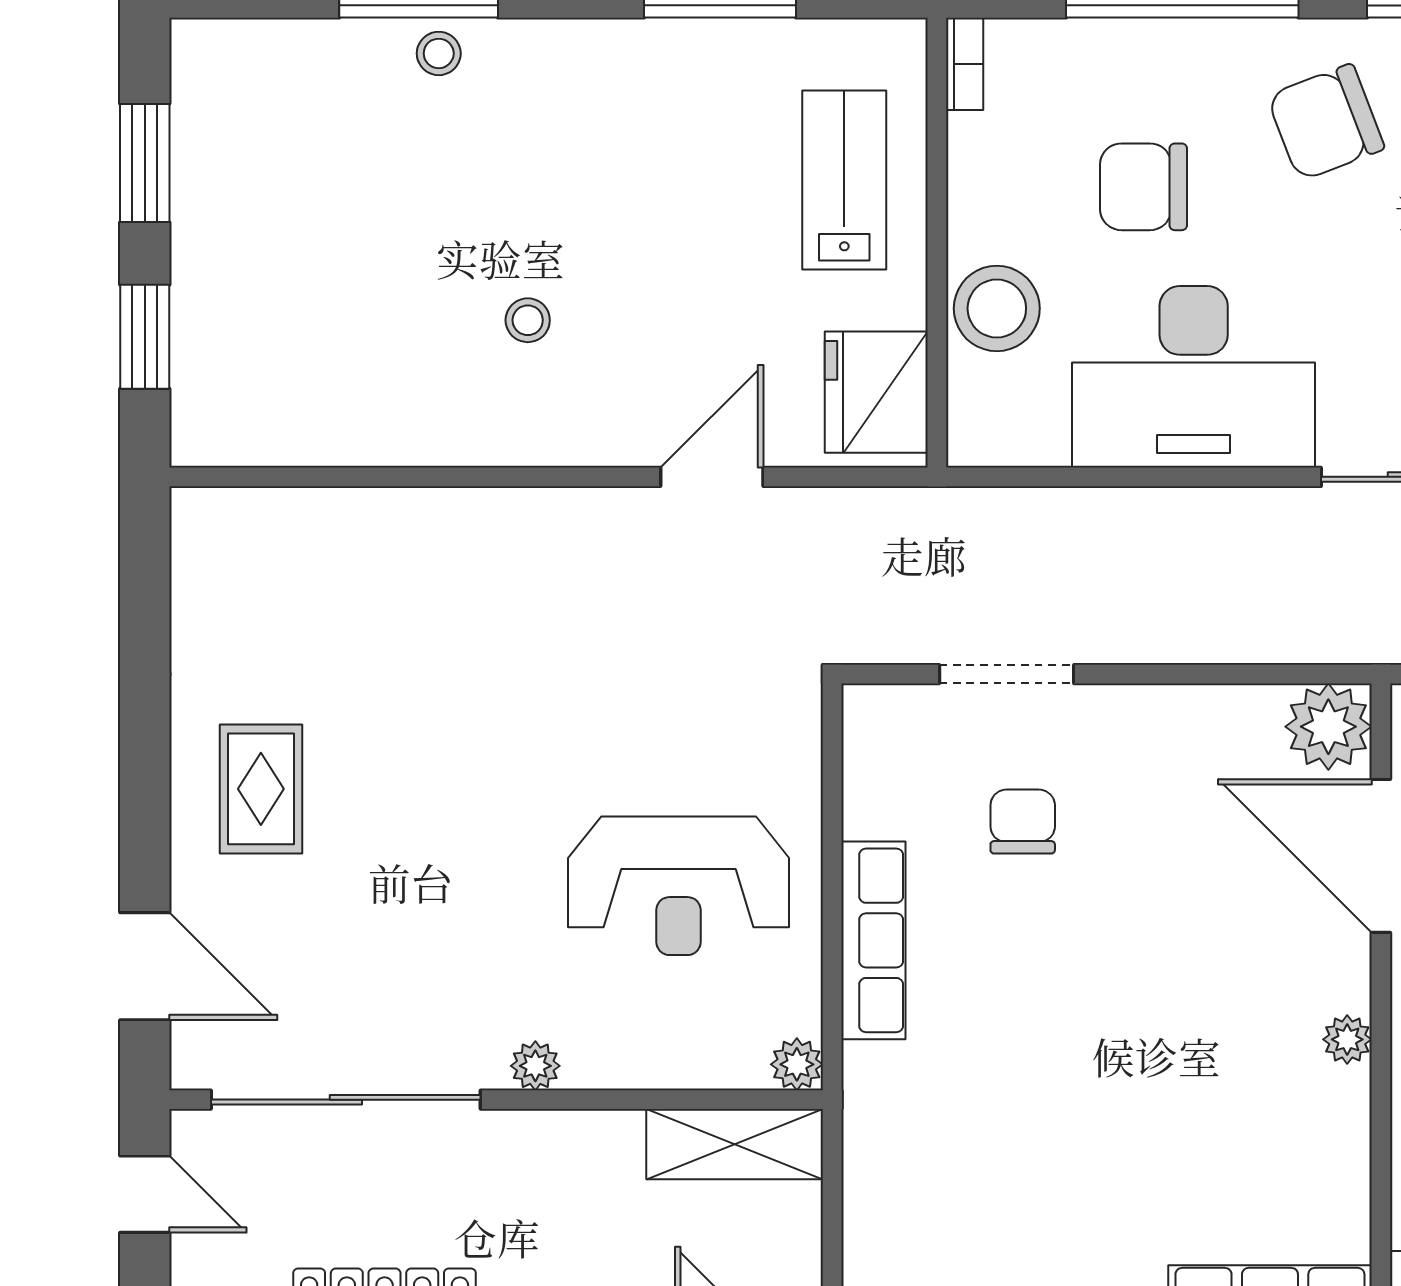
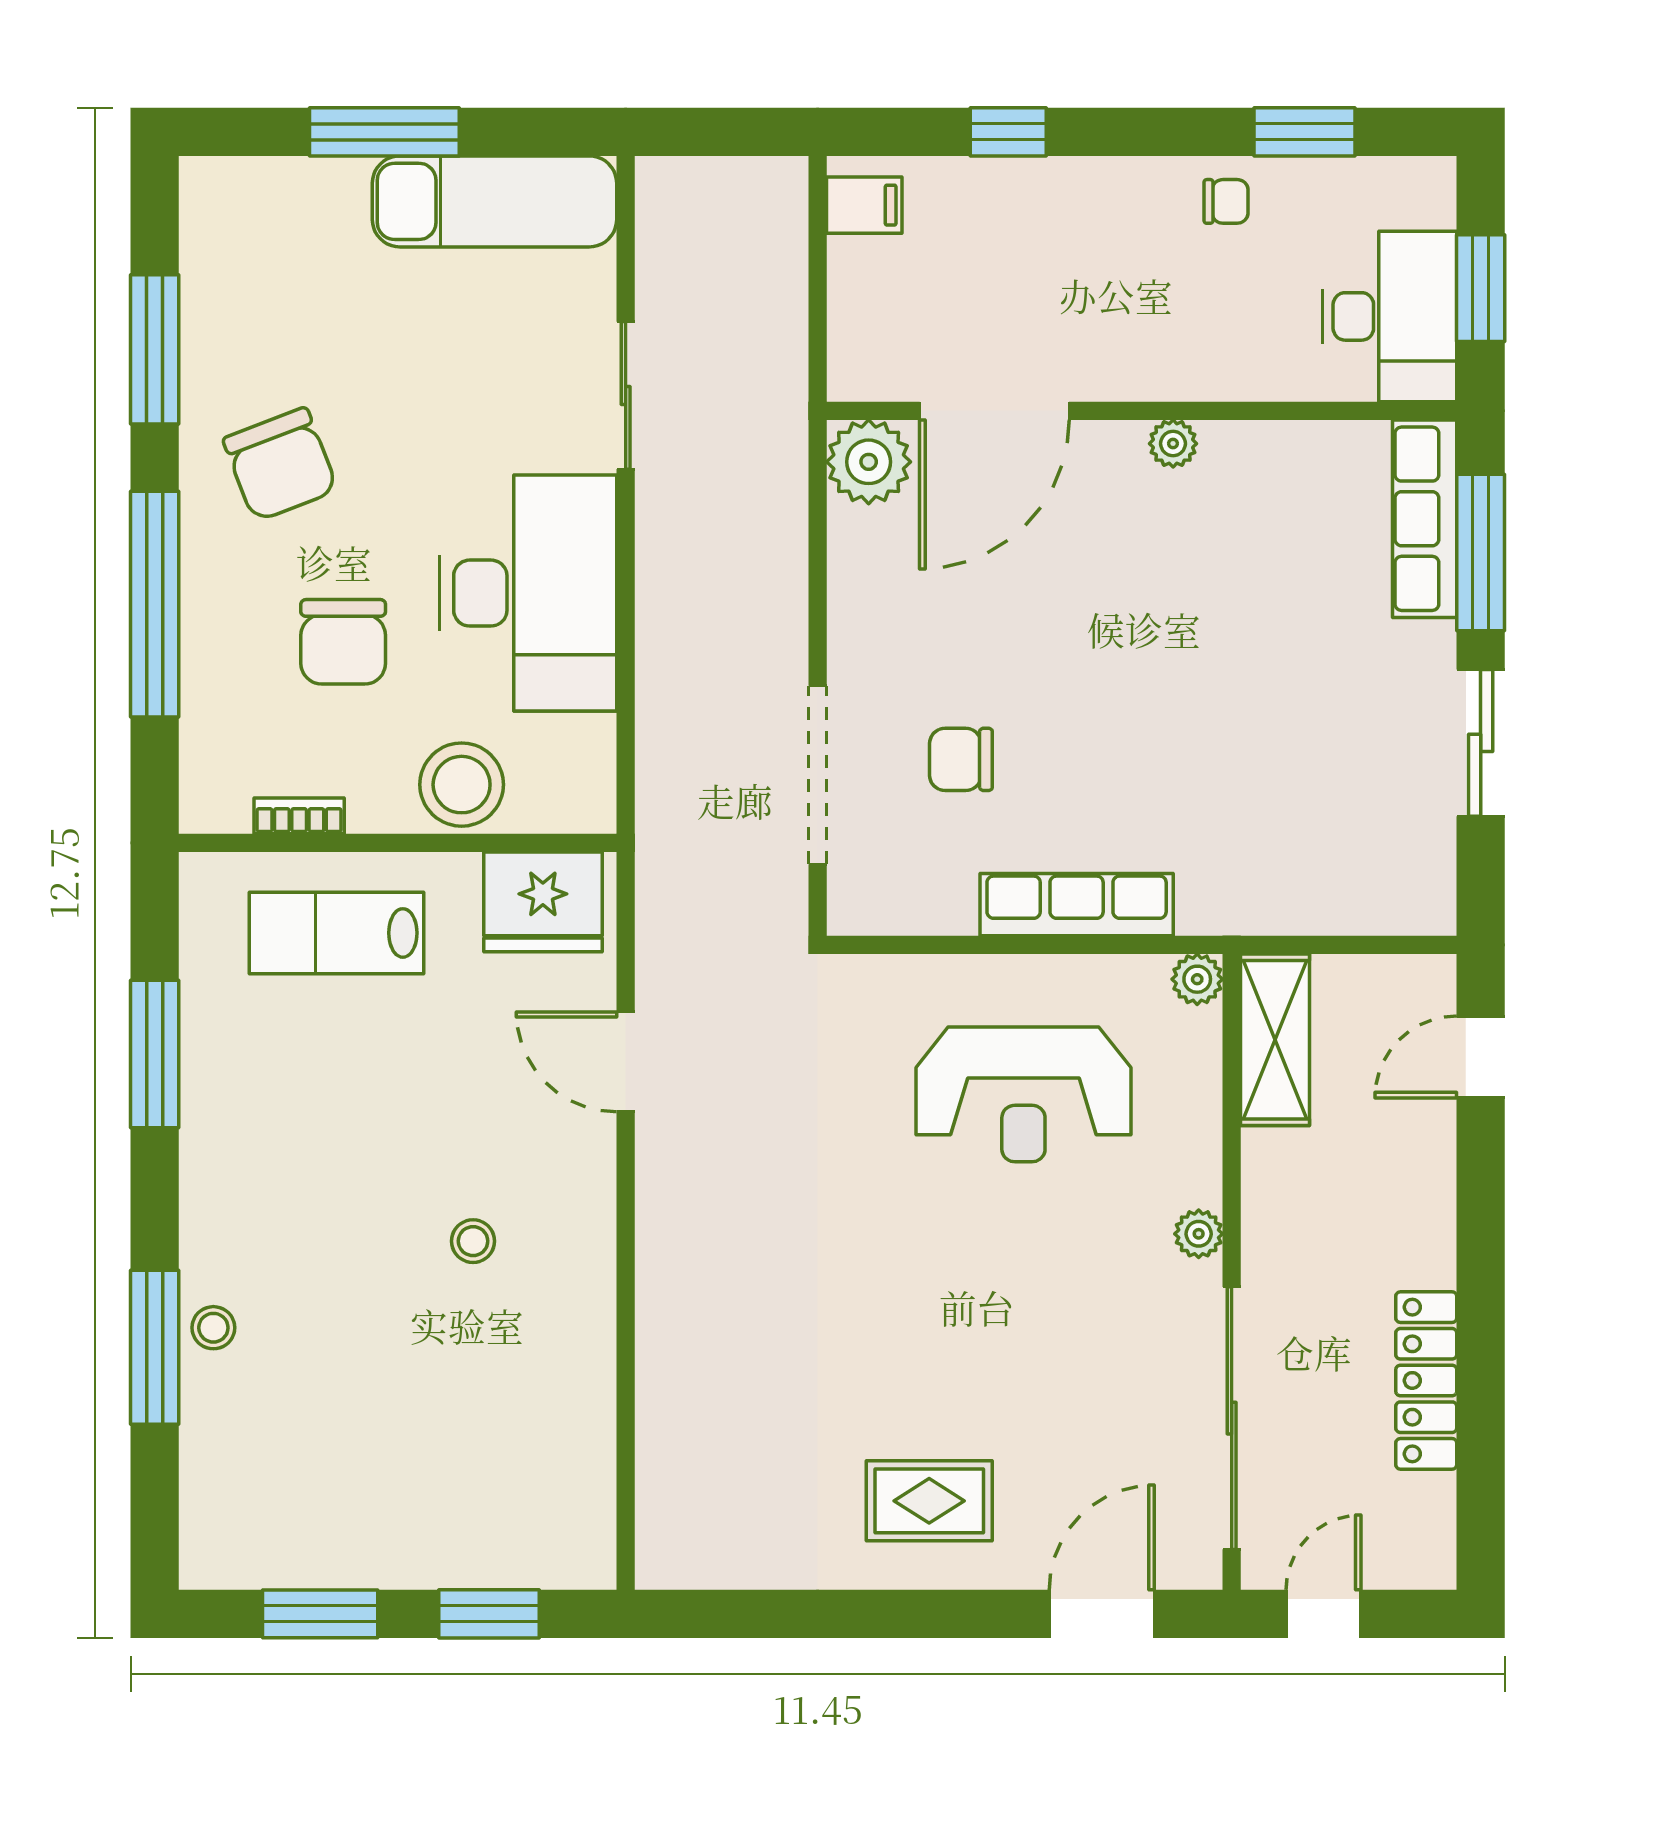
bookcase: (965, 64) -> (299, 816), moved
doorway: (1007, 674) -> (818, 775), width x1.36
reception desk: (679, 886) -> (1023, 1094), turned 90

